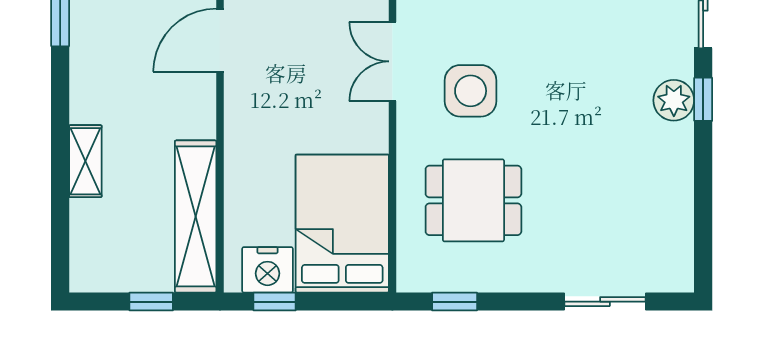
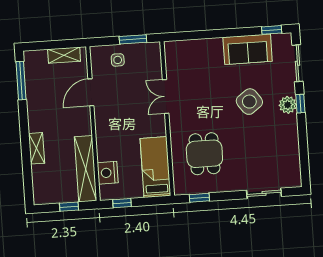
side table: (471, 91) -> (249, 102), moved, turned -36
dining table: (473, 200) -> (204, 154), turned 90
bed: (342, 224) -> (155, 167), width x0.67
nightstand: (267, 270) -> (108, 173), moved, turned 90

